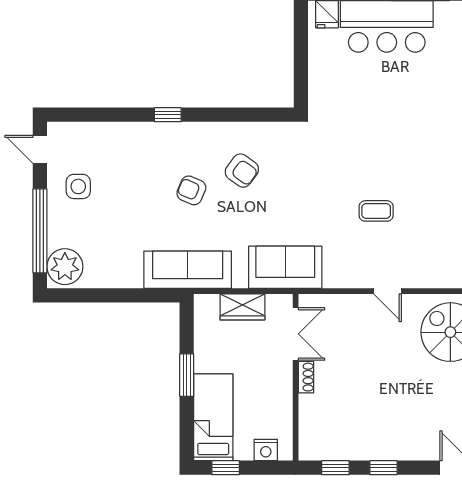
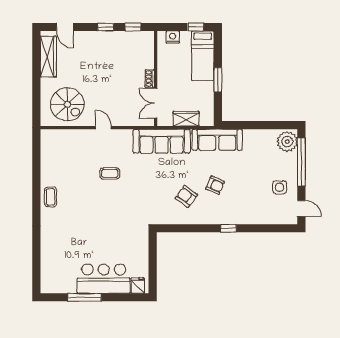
sofa: (285, 267) -> (162, 141), width x1.36

